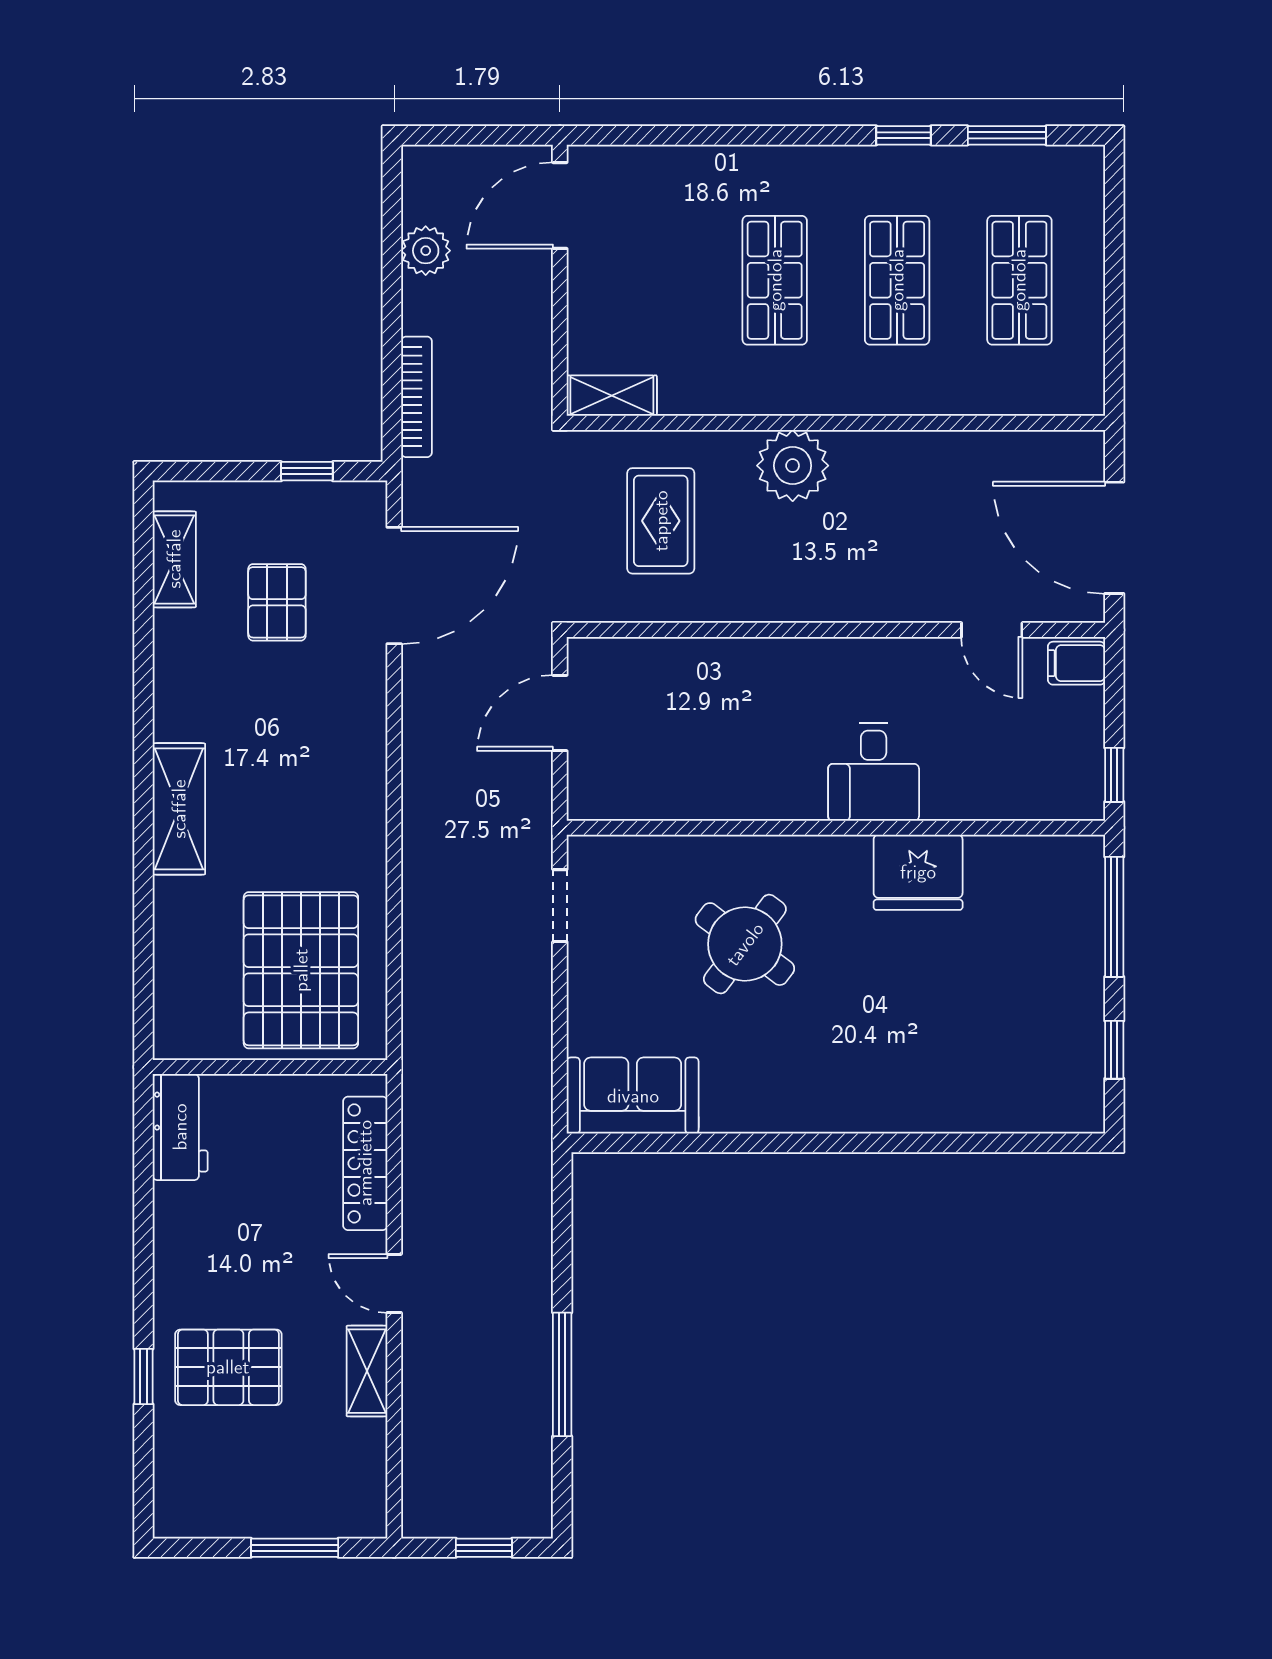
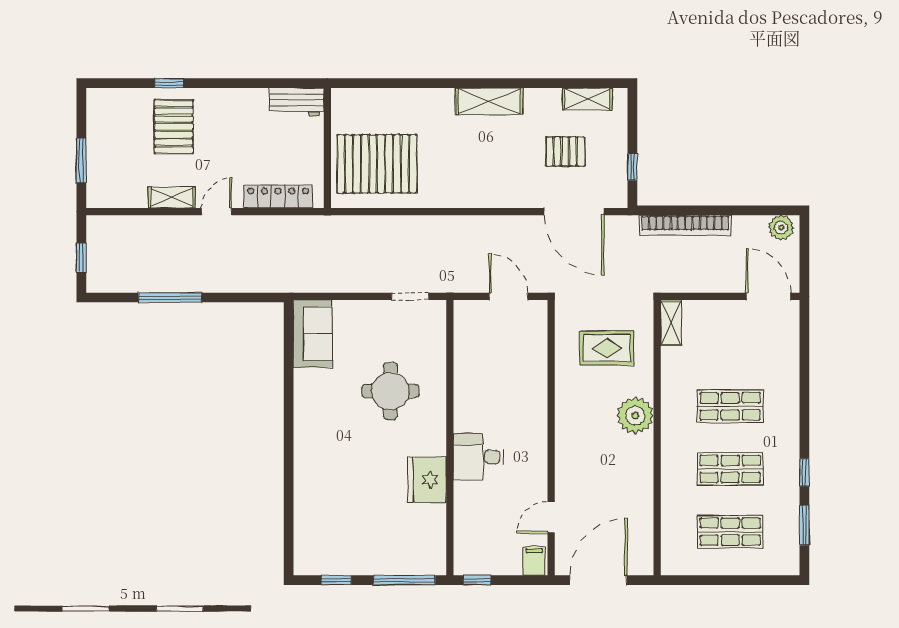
plant: (426, 251) -> (781, 228), moved
bookcase: (417, 397) -> (685, 225), width x1.48, depth x1.31
shelving: (179, 809) -> (489, 101), moved
round table: (745, 944) -> (390, 391), turned -37

